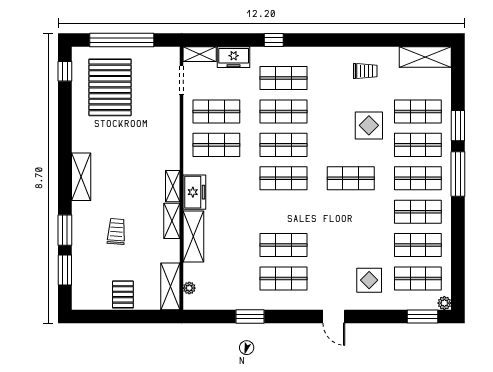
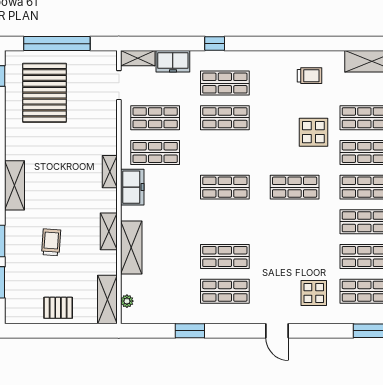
shop shelf: (284, 145) -> (225, 152), removed
shelving: (173, 186) -> (110, 172), moved
freezer: (194, 192) -> (132, 187), moved
pallet: (123, 294) -> (58, 308), turned 90

